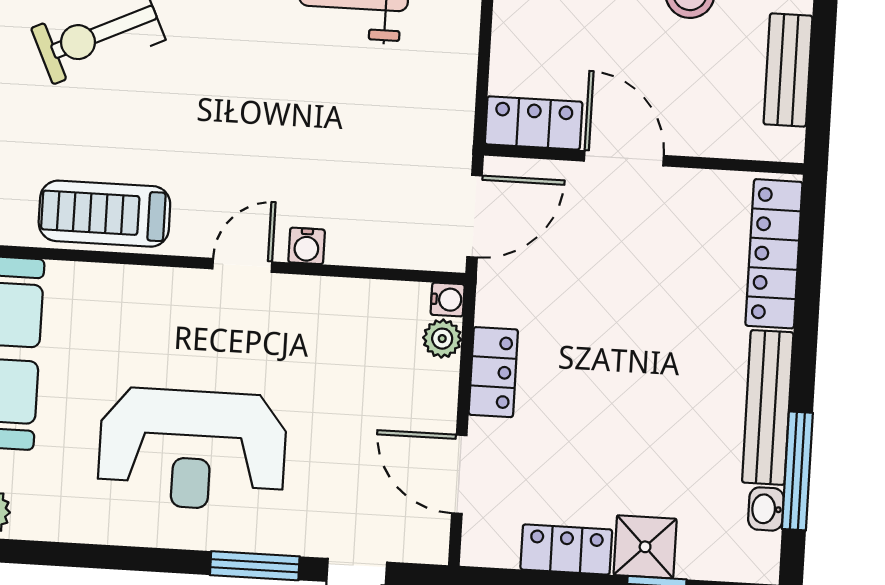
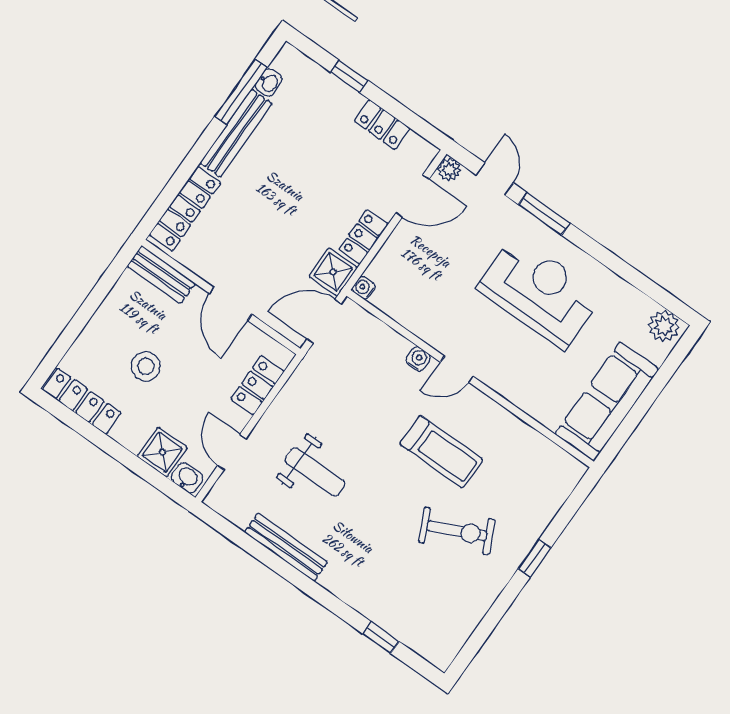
bench: (788, 70) -> (161, 275), moved, turned 90
locker: (534, 123) -> (257, 385), moved, turned 90
treadmill: (104, 214) -> (441, 452), moved
plant: (442, 339) -> (449, 170), moved
door: (459, 474) -> (413, 196), hinge flipped
shower: (645, 547) -> (333, 272), moved

